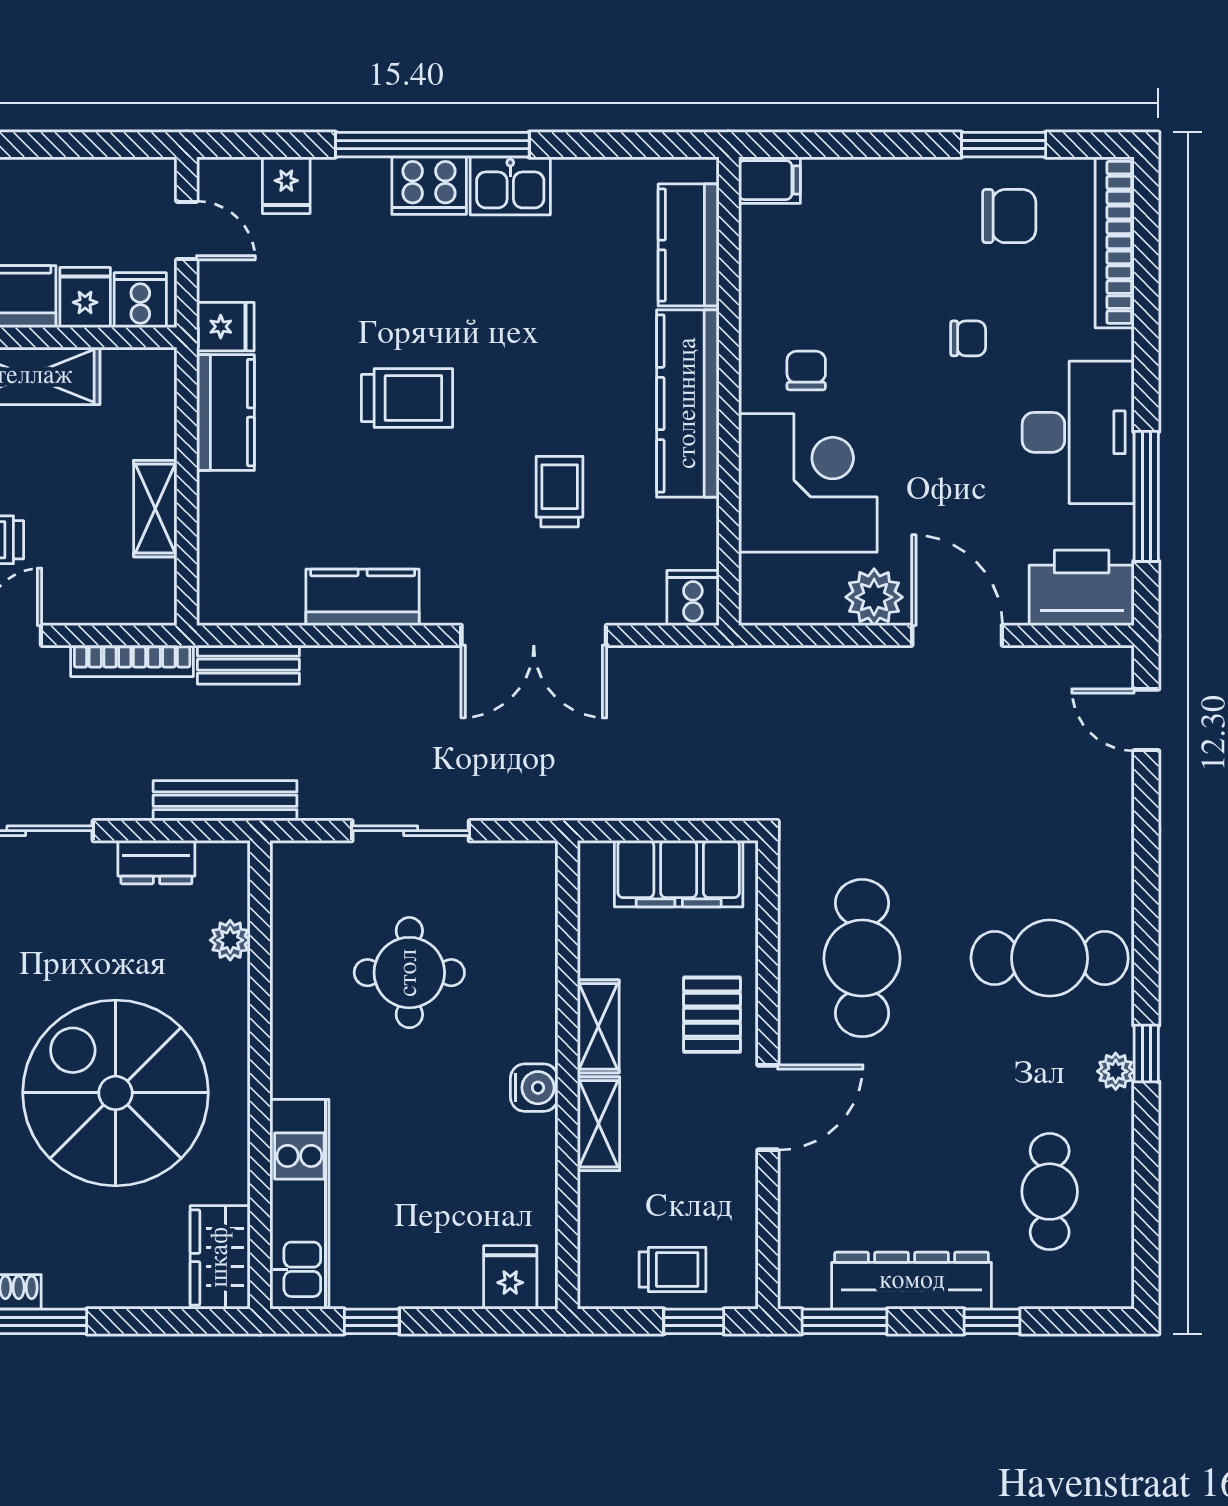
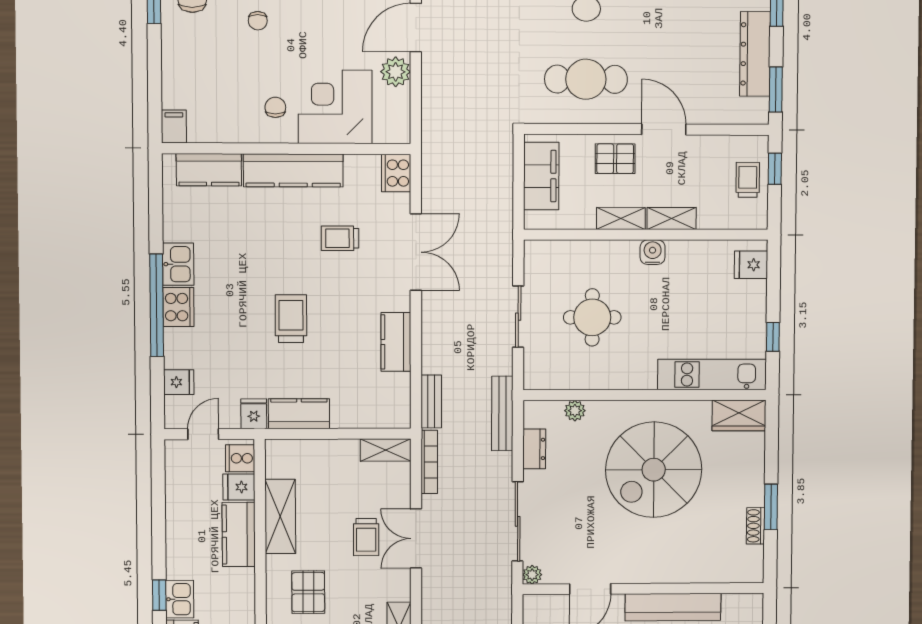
chair: (968, 338) -> (258, 21), turned 180
chair: (806, 370) -> (275, 107), turned 90
shelving: (155, 509) -> (386, 450), moved
cooker: (693, 598) -> (396, 173), width x1.36

